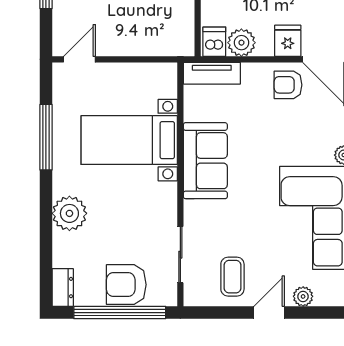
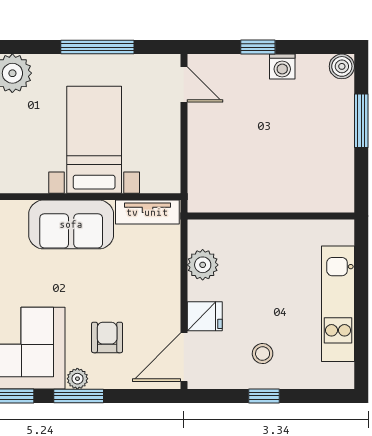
dishwasher: (214, 42) -> (204, 235), removed
tv unit: (212, 73) -> (147, 212), moved, turned -90
armchair: (288, 85) -> (107, 337), moved

